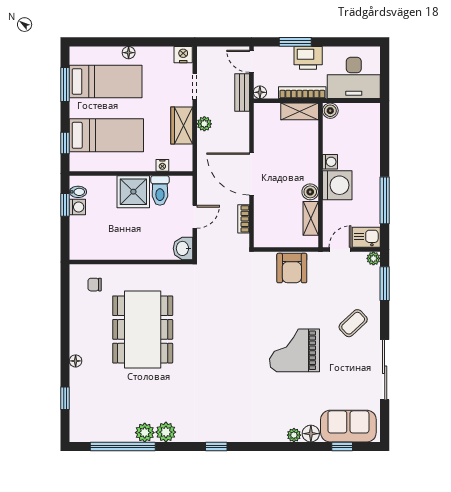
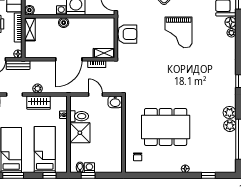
boiler: (310, 192) -> (64, 23), moved
shelving: (311, 218) -> (104, 53), moved

